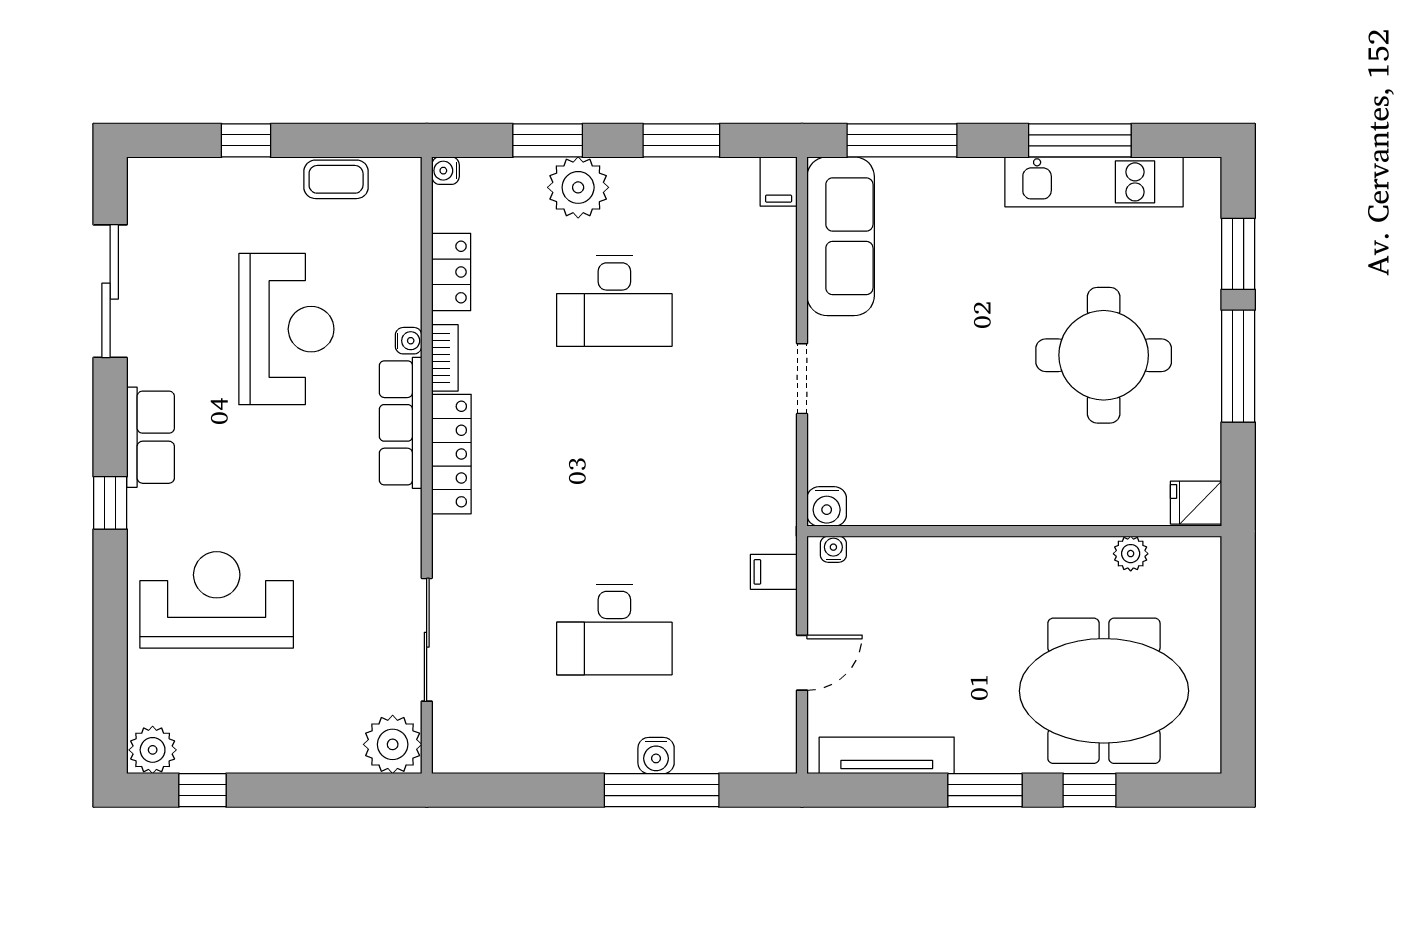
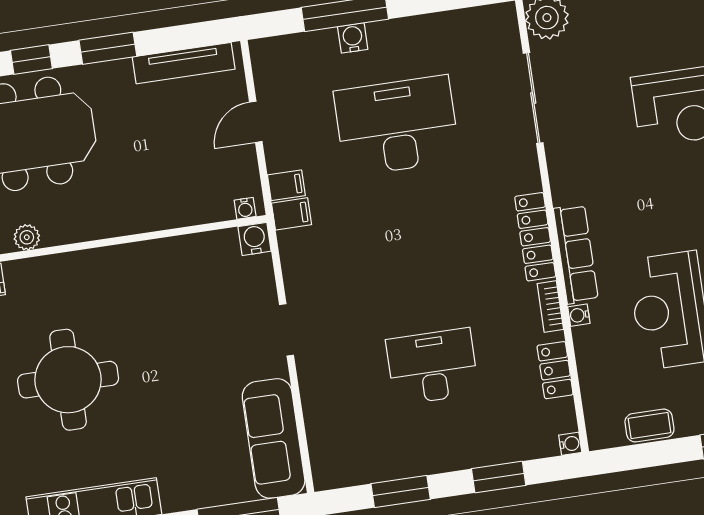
filing cabinet: (779, 181) -> (292, 214), moved, turned 90
plant: (578, 187) -> (471, 446), removed
desk: (614, 629) -> (397, 126), width x1.36, depth x1.30

